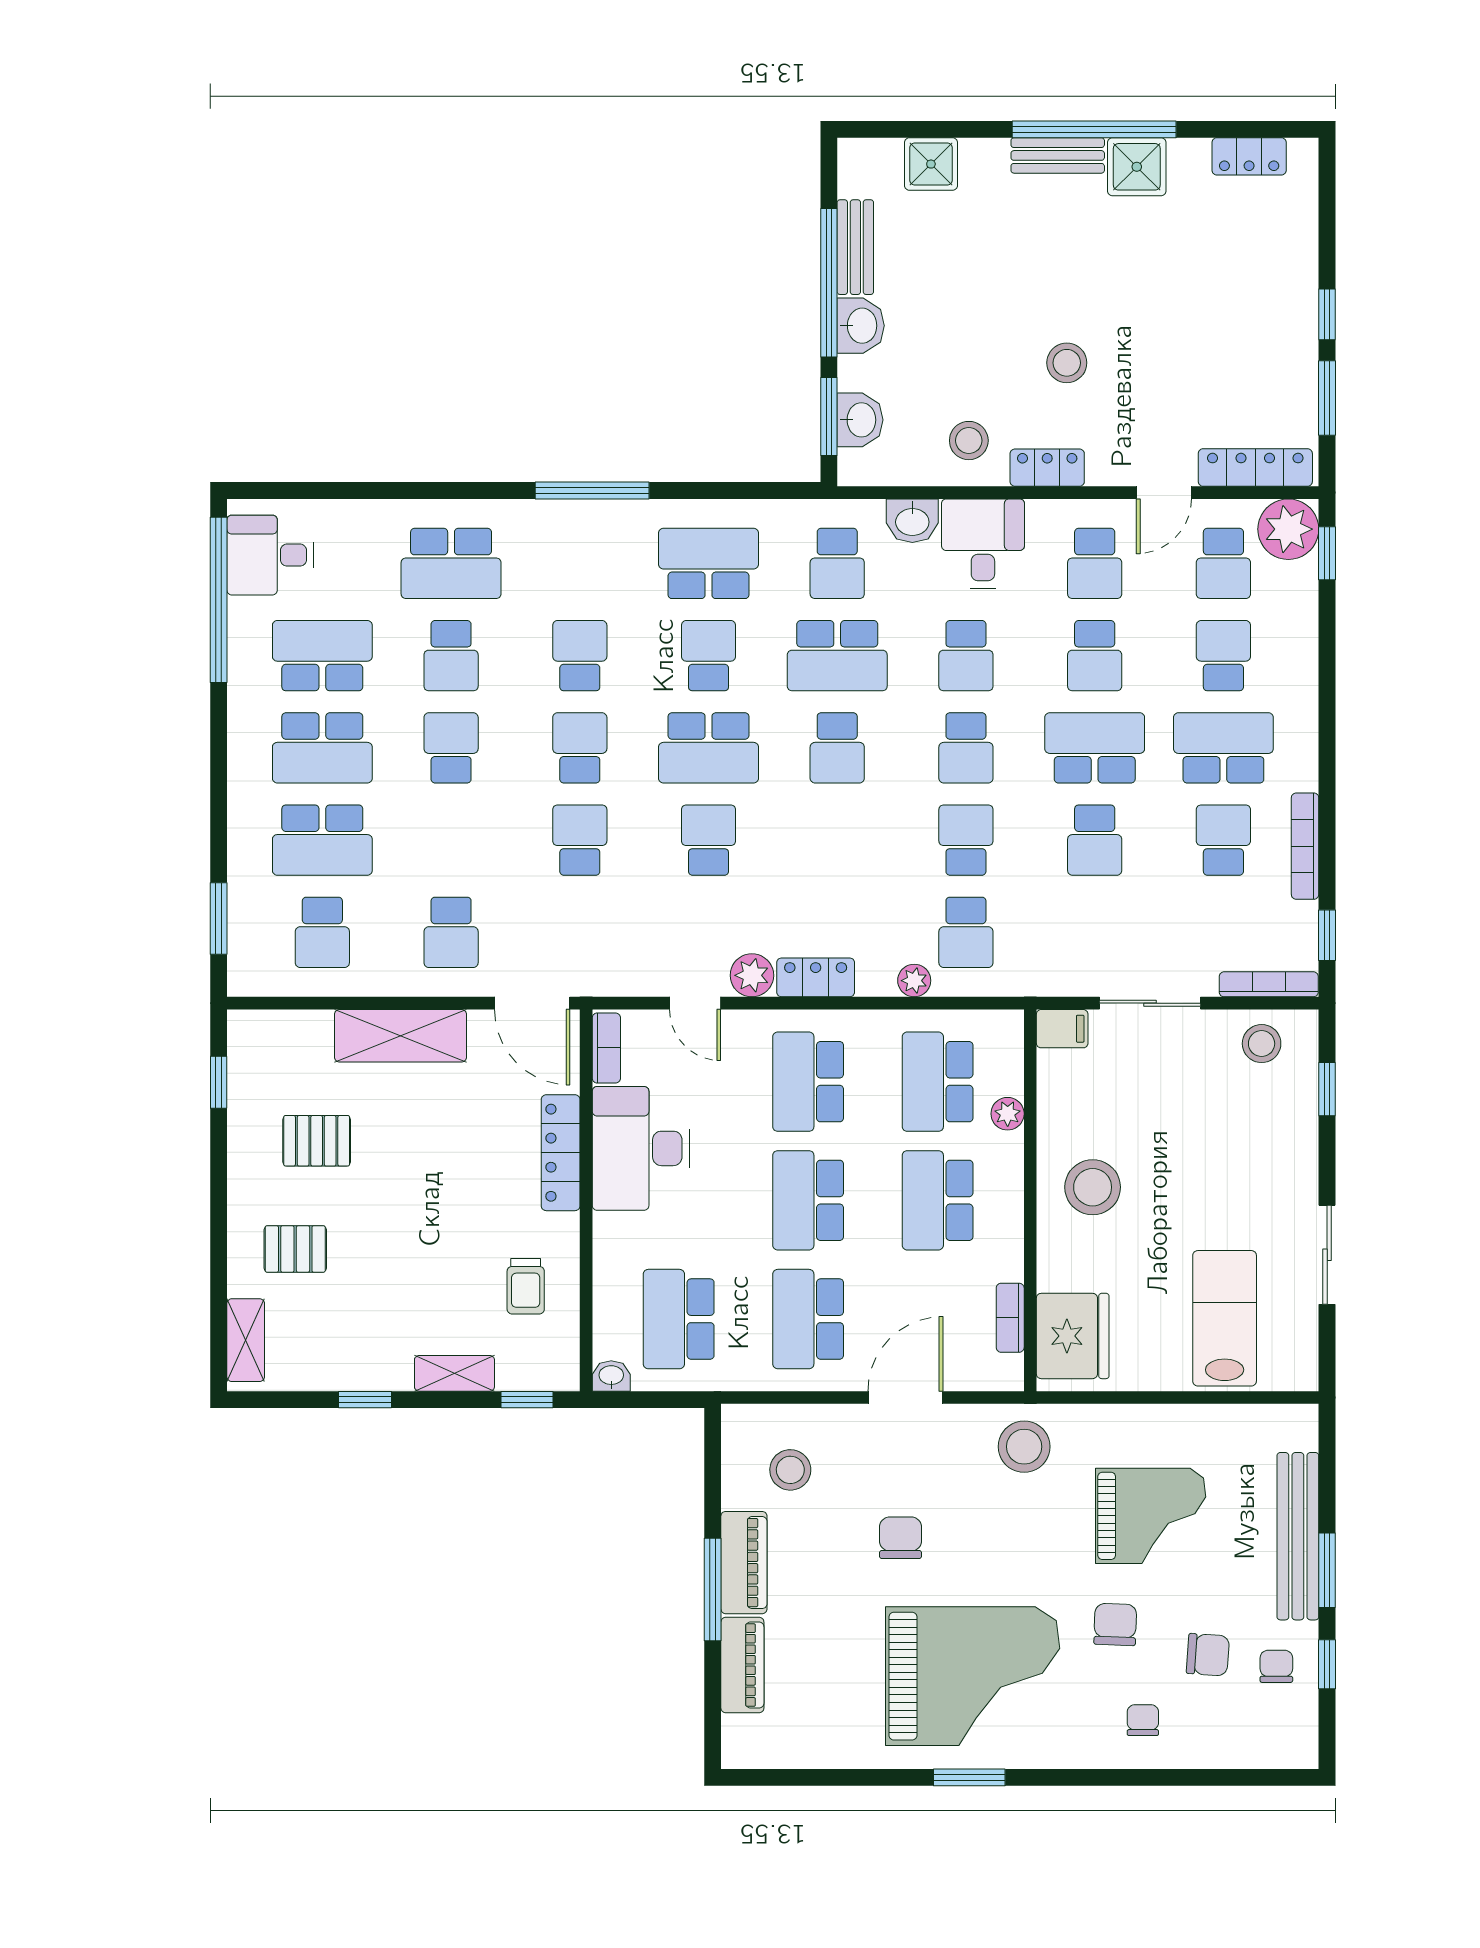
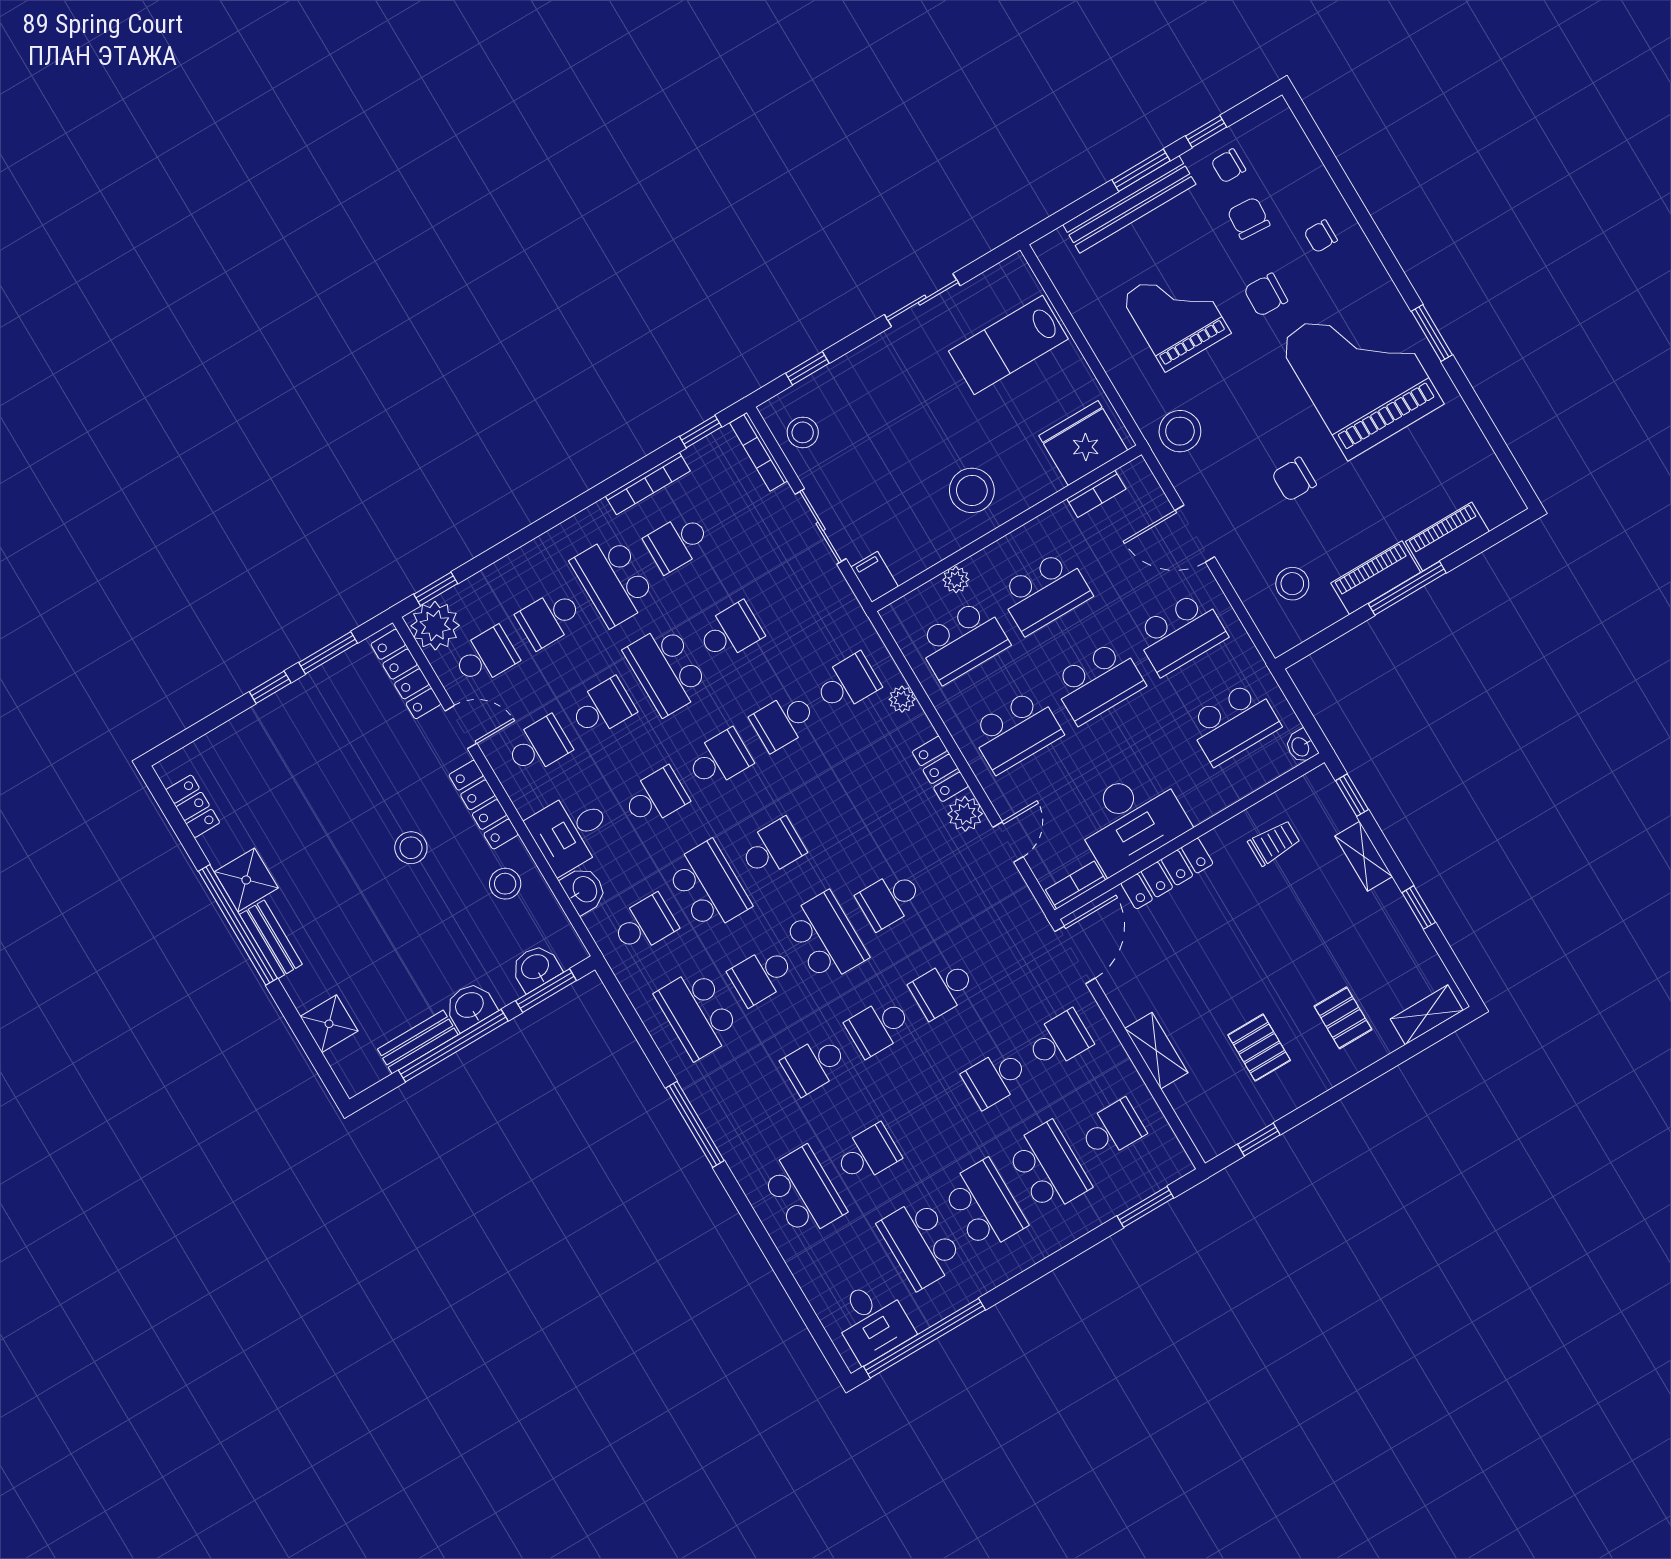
locker: (1047, 468) -> (484, 805), width x1.53
school desk: (451, 748) -> (995, 1078), moved
shelving: (400, 1036) -> (1156, 1051), width x0.67, depth x0.75

